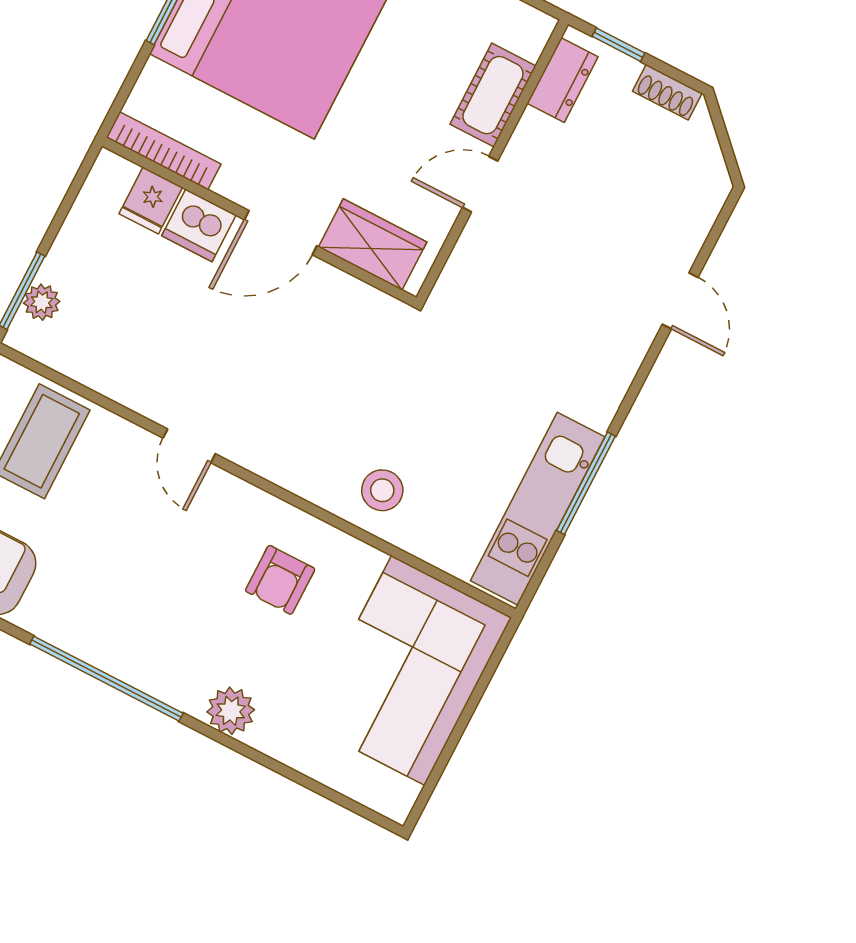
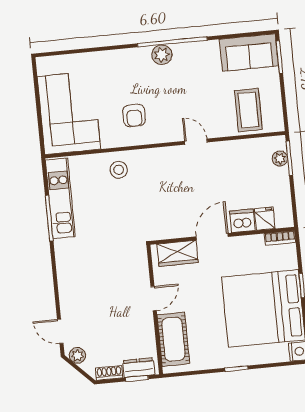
dresser: (563, 80) -> (139, 368), moved, turned 90
cot: (493, 95) -> (173, 339), width x1.37, depth x1.34
bookcase: (164, 151) -> (280, 238), width x0.64
plant: (708, 169) -> (77, 355), added
door: (680, 301) -> (60, 331), moved
armchair: (280, 580) -> (134, 115), turned 180
plant: (231, 711) -> (162, 55), moved

